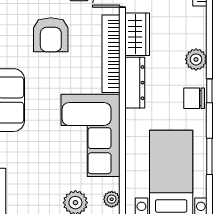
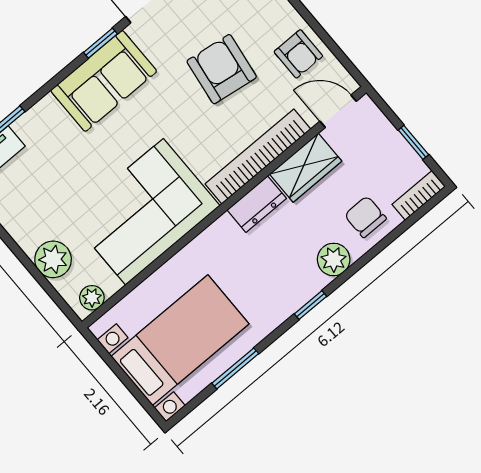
armchair: (51, 35) -> (222, 69), turned 98
dresser: (135, 83) -> (257, 204), width x0.70
chair: (194, 98) -> (365, 217), moved

